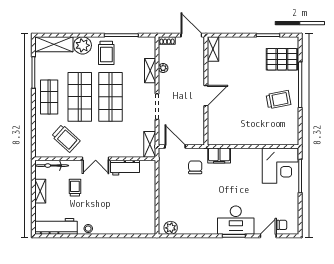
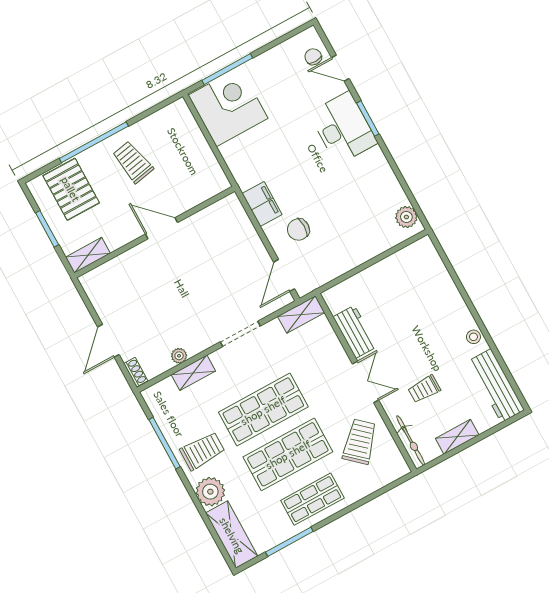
shelving: (213, 49) -> (88, 255), moved
wall: (206, 91) -> (155, 232), moved
door: (206, 96) -> (162, 228), moved

